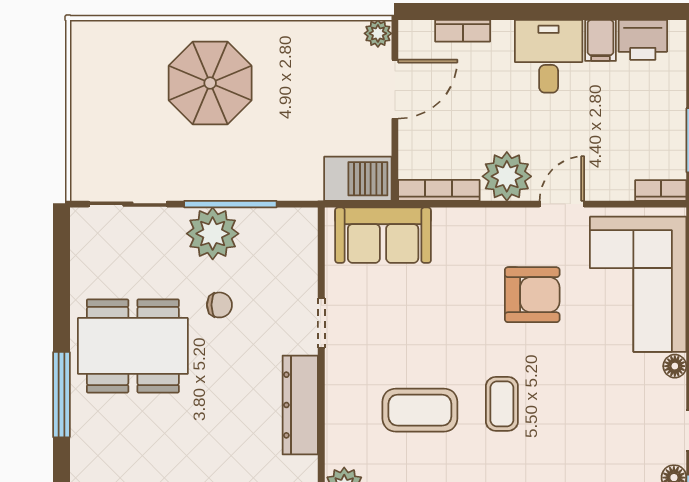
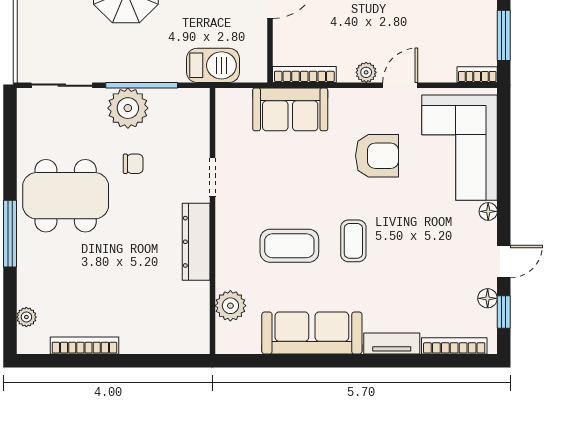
plant: (507, 176) -> (366, 72), width x0.53, depth x0.53
barbecue: (358, 179) -> (213, 65), moved
sofa: (383, 235) -> (290, 109), moved

